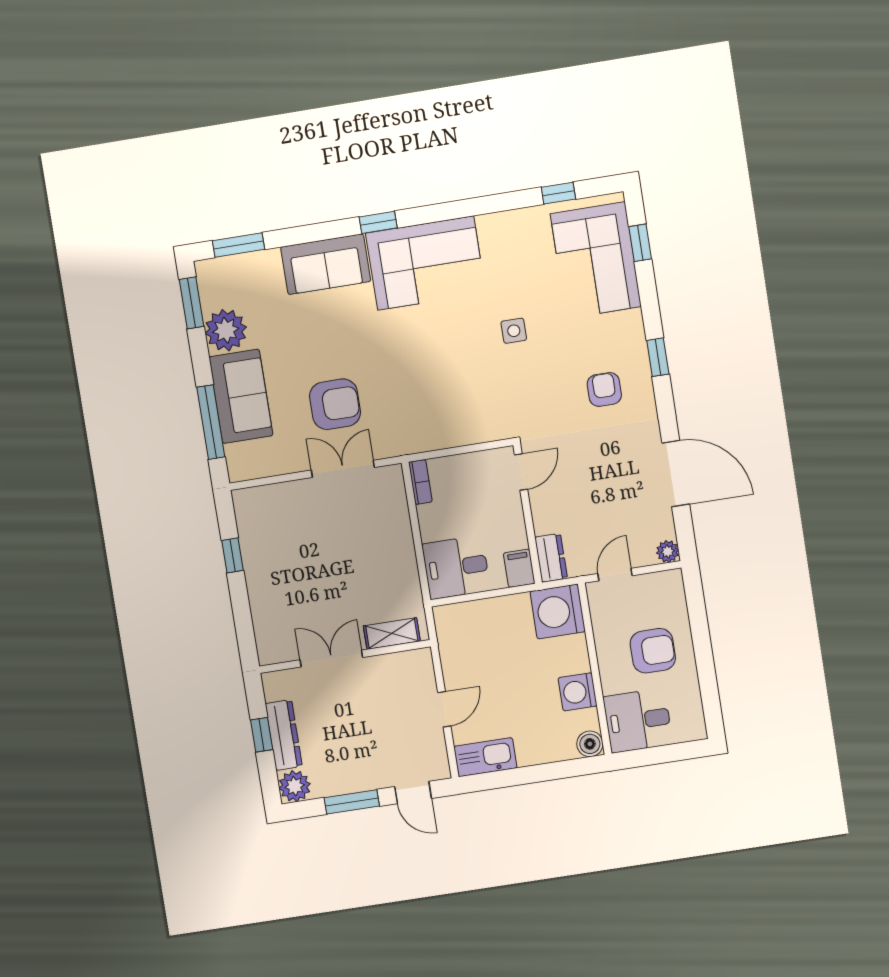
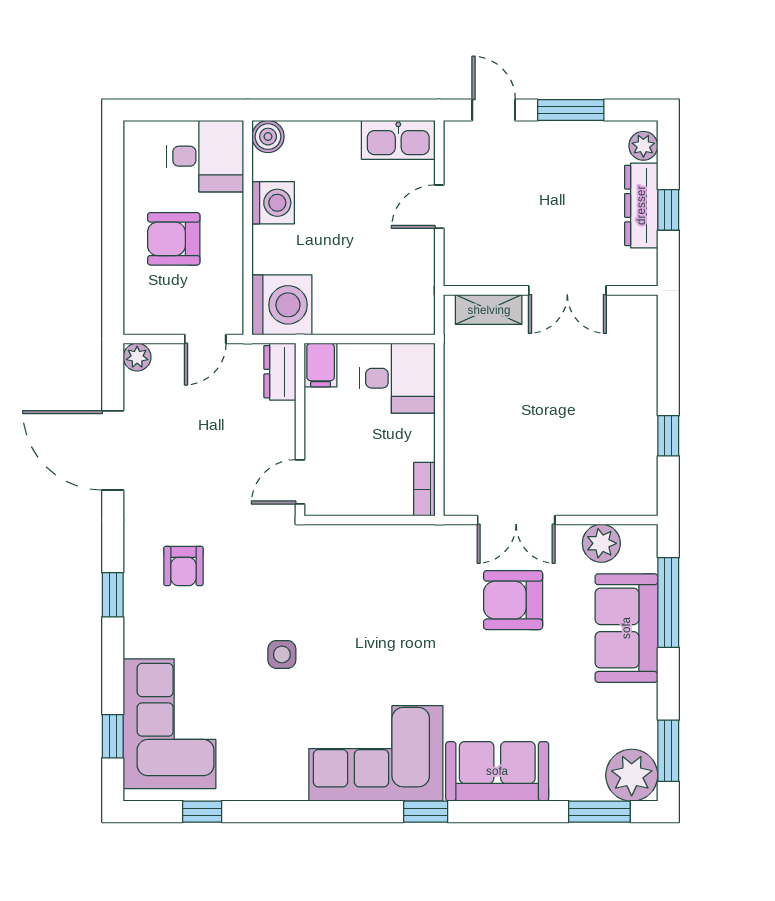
plant: (226, 330) -> (632, 775), moved
plant: (272, 461) -> (601, 543), added
plant: (295, 786) -> (643, 146), width x0.73, depth x0.73

